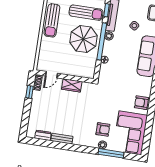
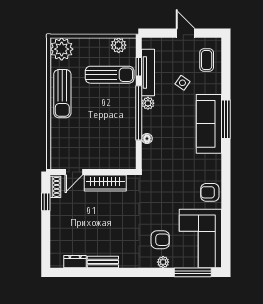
parasol: (84, 39) -> (112, 113), removed
wardrobe: (72, 85) -> (105, 183), width x1.50
window: (111, 153) -> (193, 272), moved

